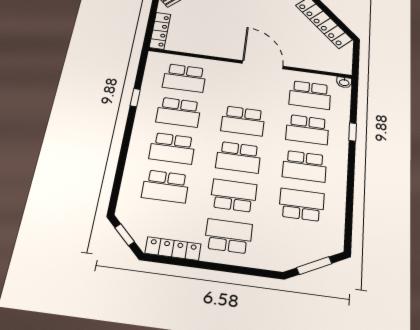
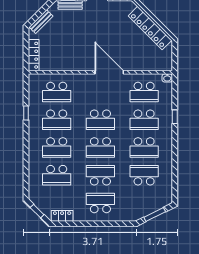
locker: (173, 249) -> (62, 216), width x0.66

